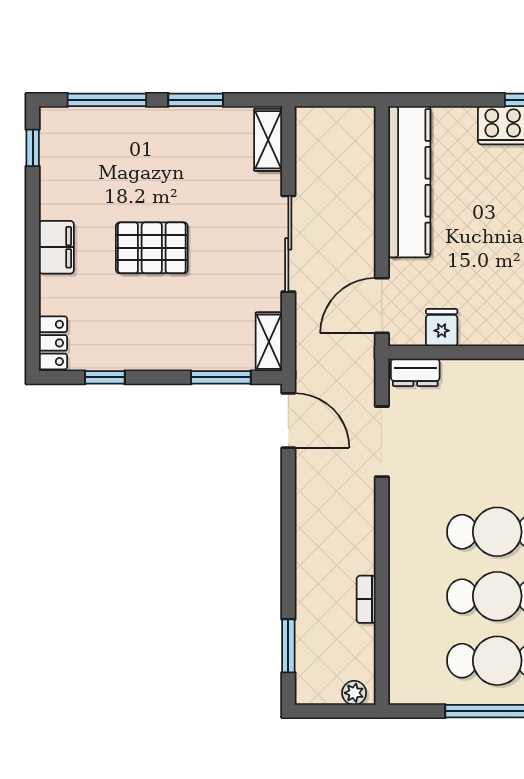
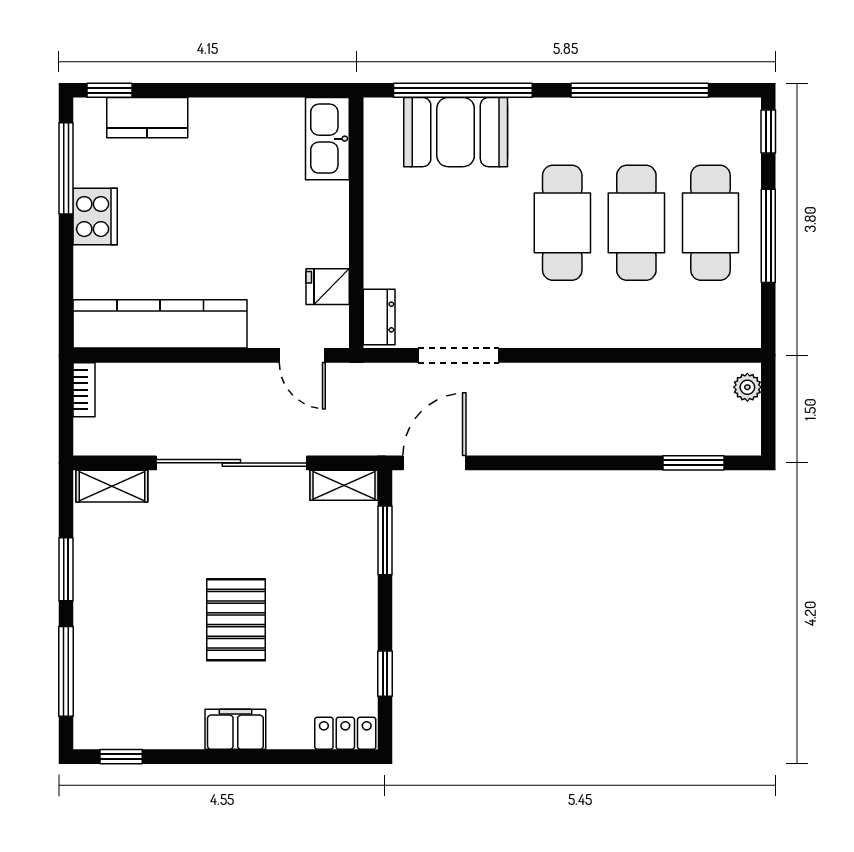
sliding door: (288, 244) -> (231, 463), width x1.36
door: (382, 306) -> (302, 355), width x0.73
bookcase: (366, 599) -> (84, 390), moved, turned -90

